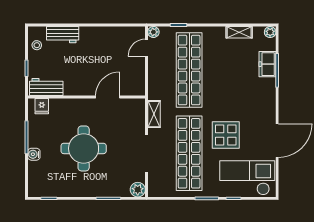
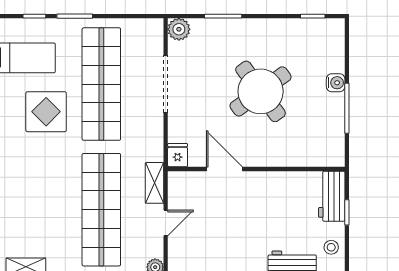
door: (146, 48) -> (166, 223), moved
workbench: (46, 87) -> (332, 196), moved, turned 90
door: (108, 97) -> (224, 169), swing flipped
fridge: (42, 106) -> (178, 155), moved
shelving: (154, 114) -> (154, 183), moved
round table: (84, 148) -> (261, 91), turned -36

